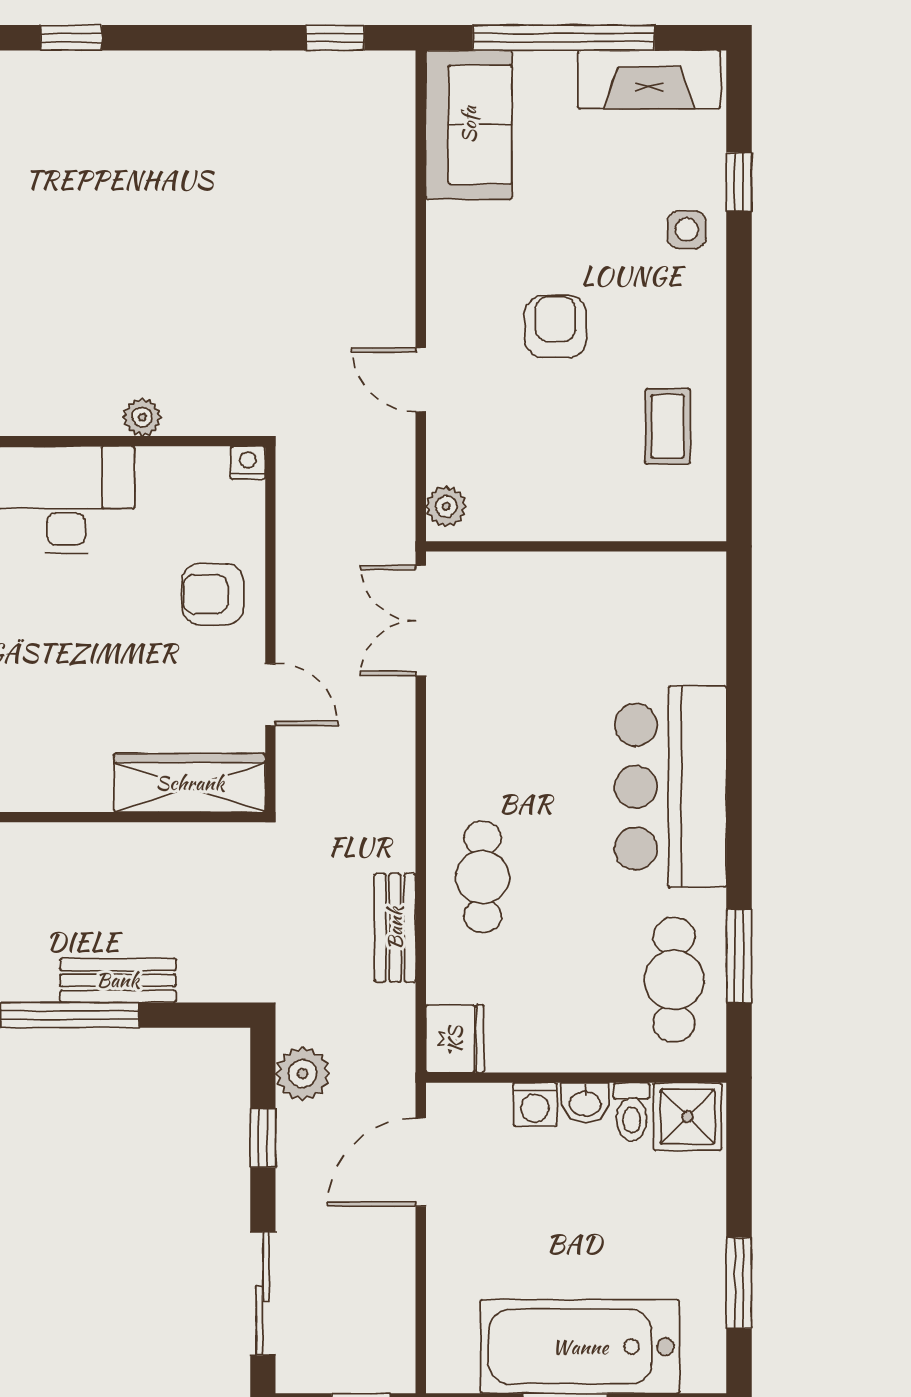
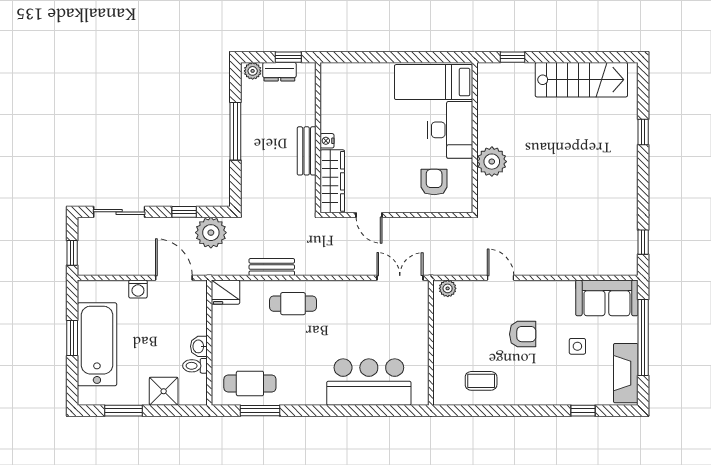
side table: (687, 230) -> (577, 346), moved
door: (421, 380) -> (500, 278), hinge flipped
plant: (142, 417) -> (492, 162), width x1.87, depth x1.87
nightstand: (248, 463) -> (327, 141), moved, turned 180
armchair: (213, 594) -> (434, 182), moved
door: (270, 695) -> (369, 215), hinge flipped
bar counter: (671, 787) -> (369, 382), moved
bench: (118, 980) -> (307, 151), moved
plant: (303, 1074) -> (211, 233), width x1.36, depth x1.36
washing machine: (535, 1105) -> (138, 289), moved, turned -90
shower: (687, 1117) -> (164, 391), moved

